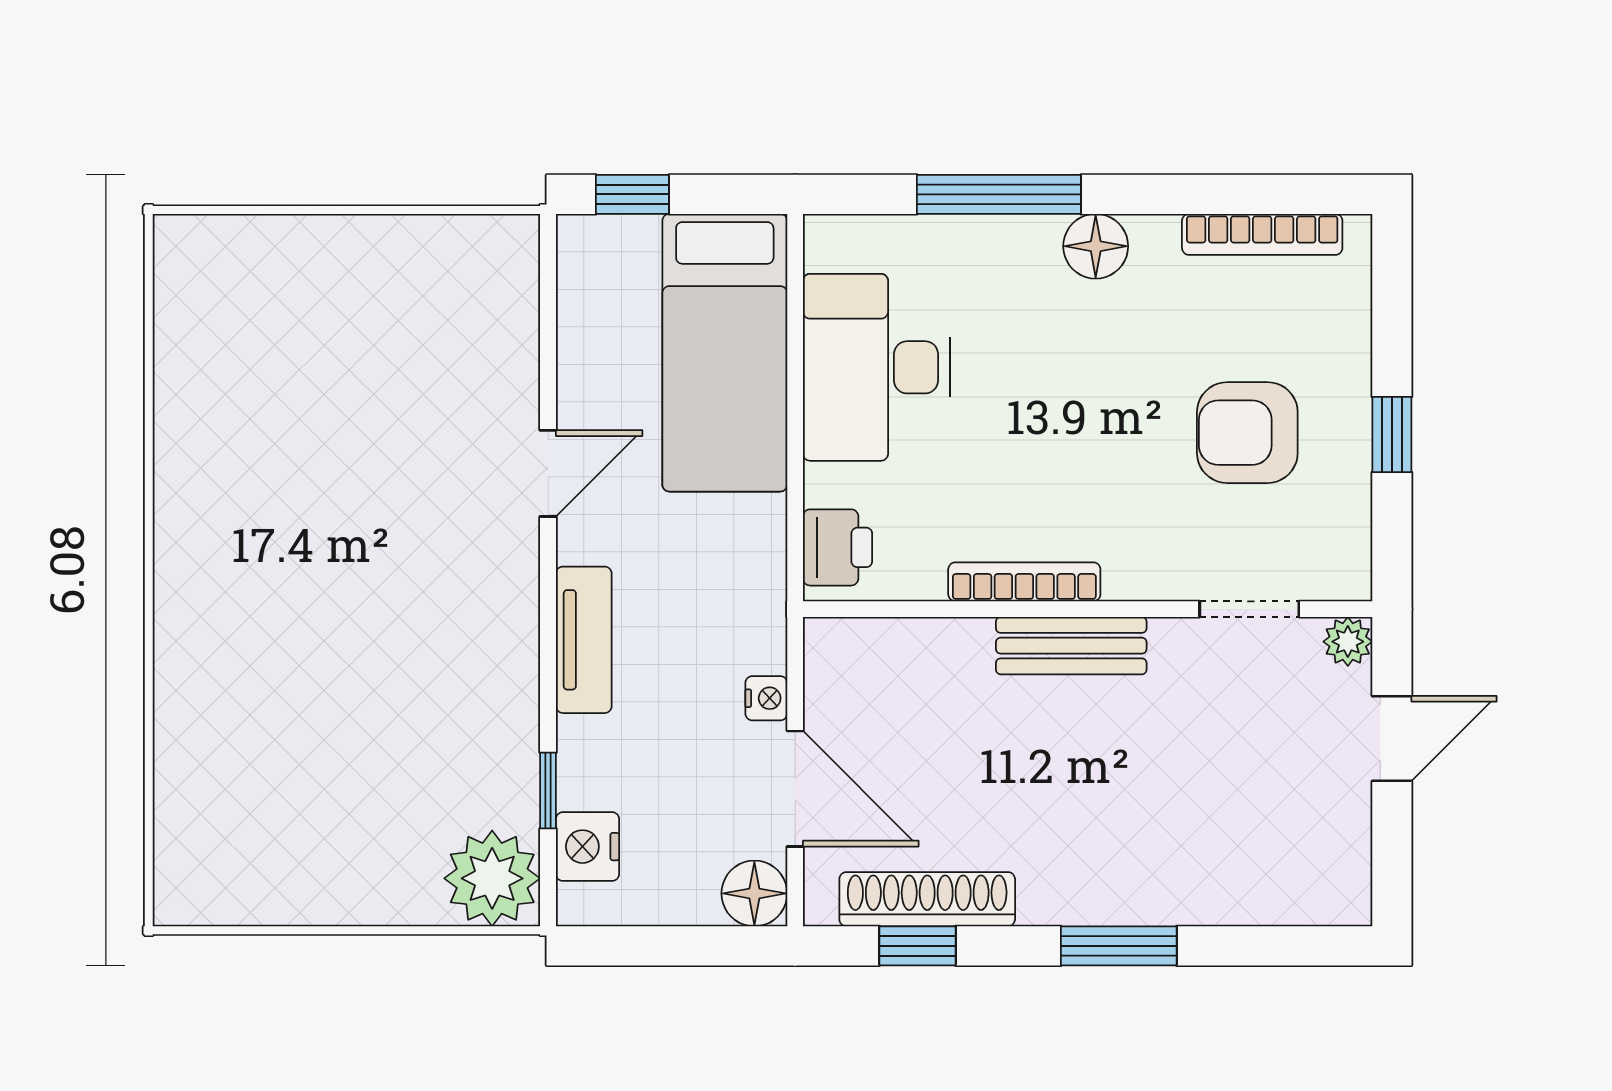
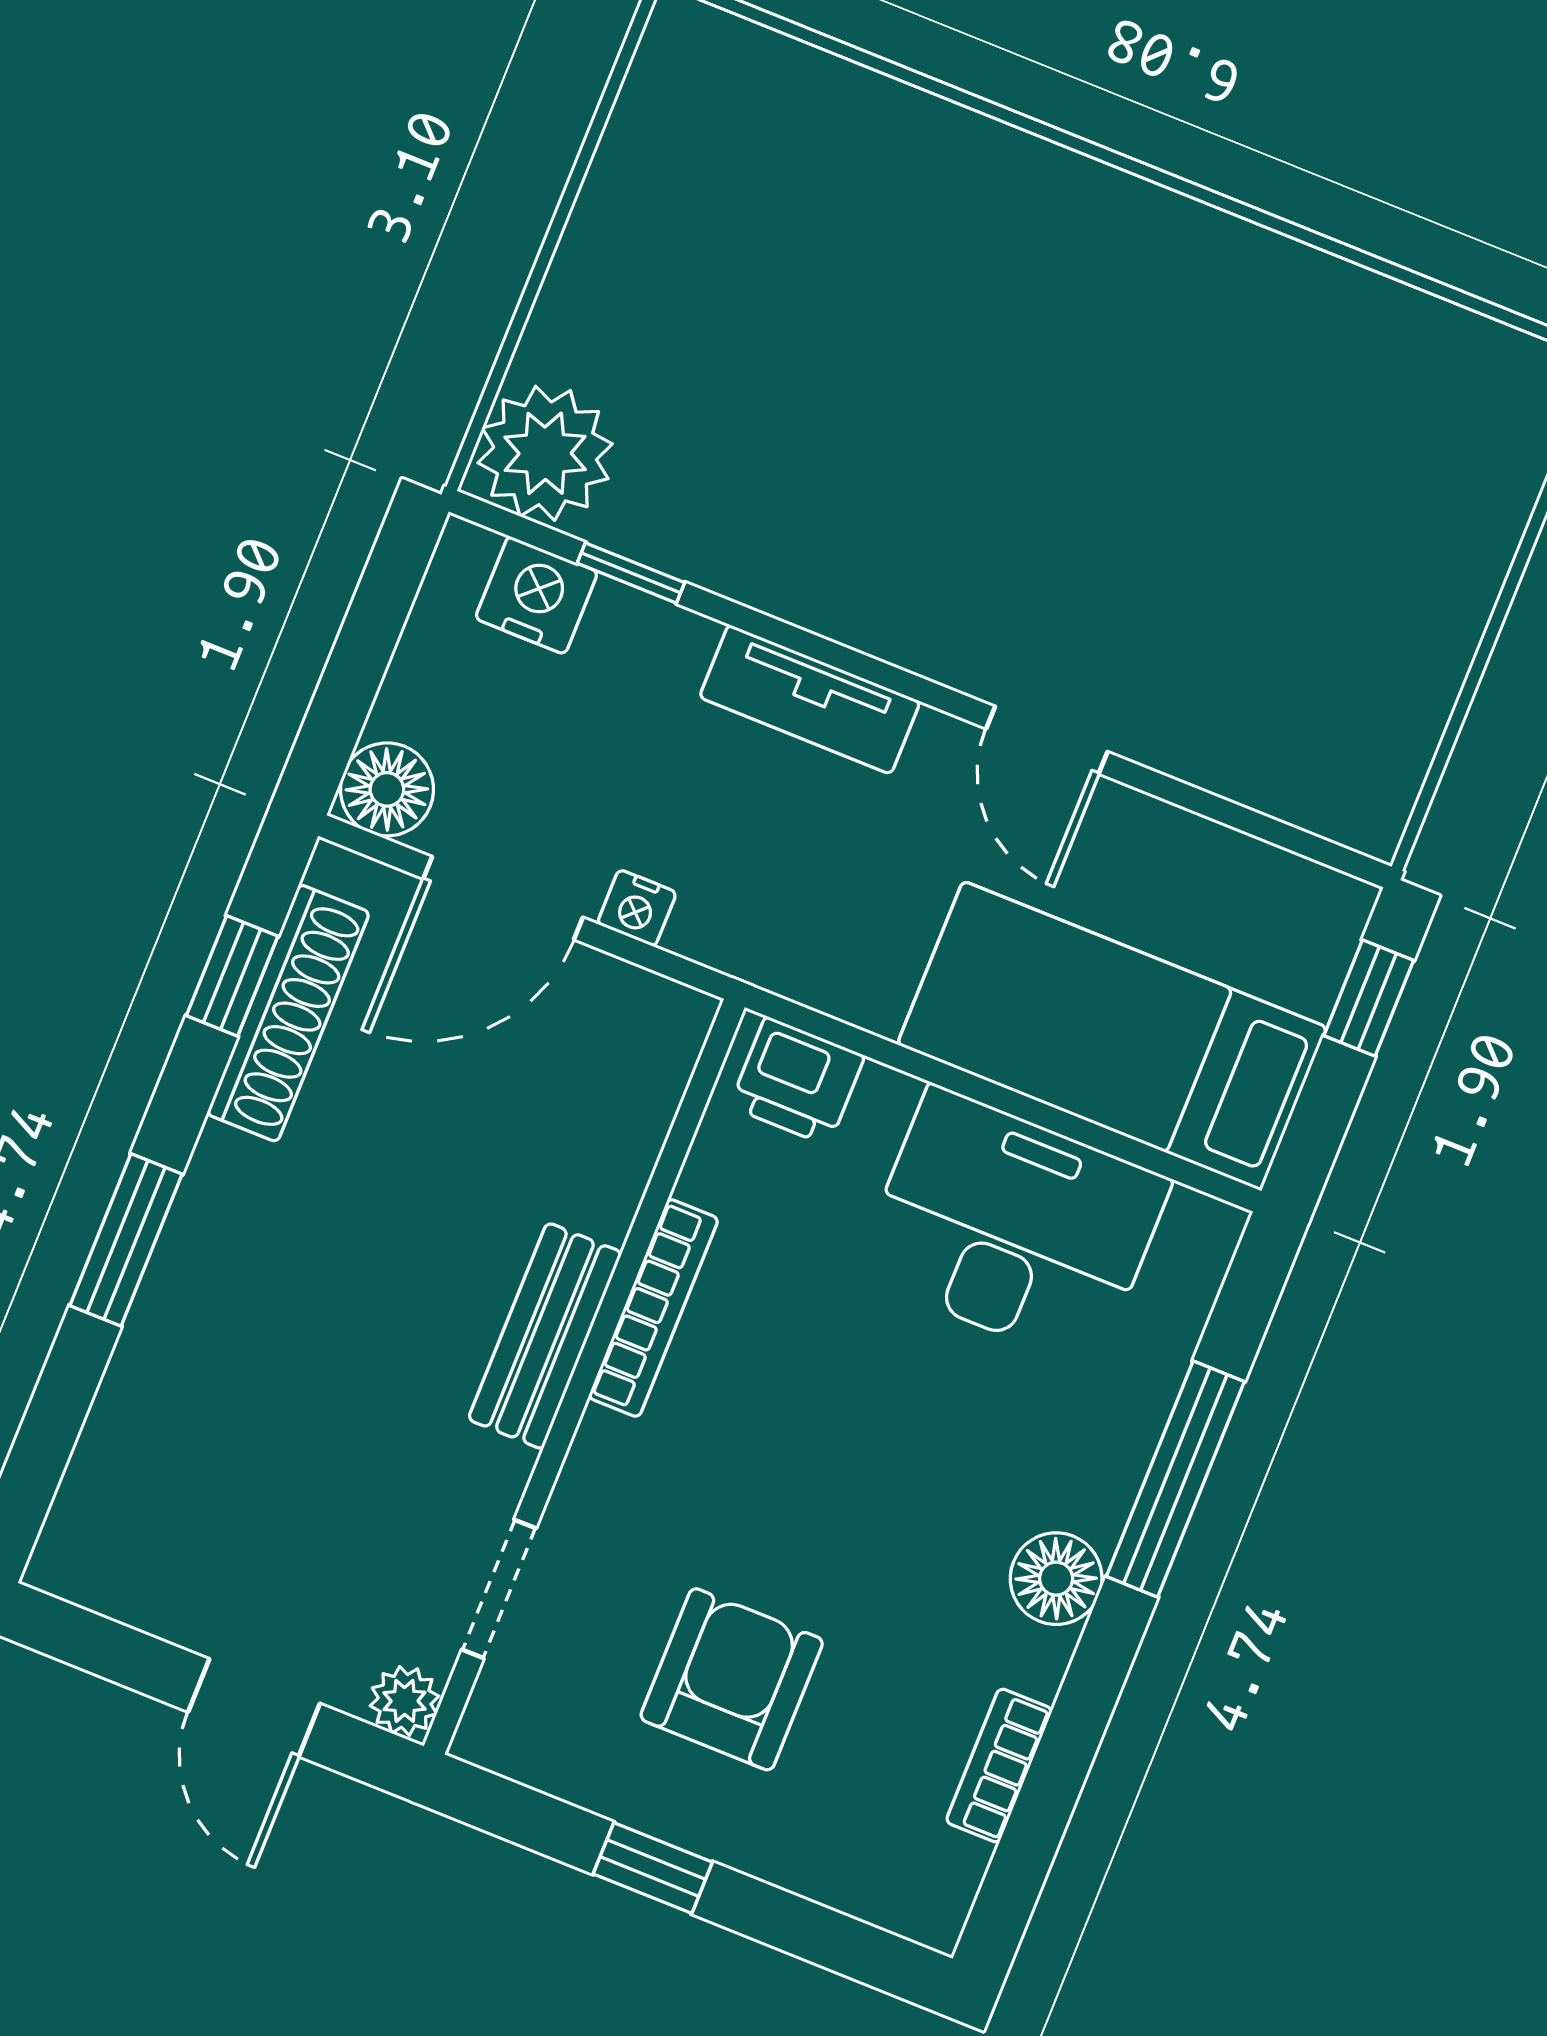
bookcase: (1262, 234) -> (999, 1766), width x0.64

